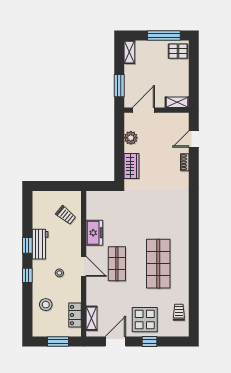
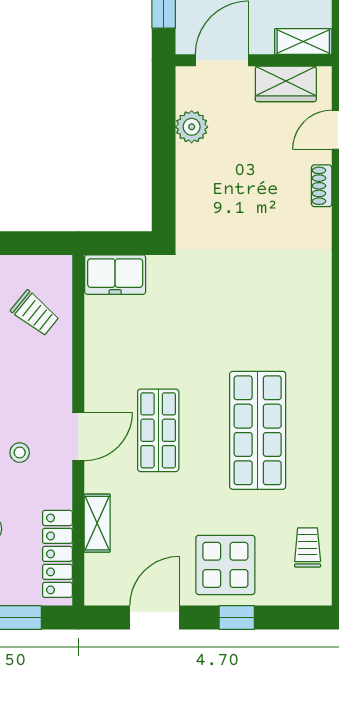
wardrobe: (131, 166) -> (286, 84), moved, turned 90
freezer: (94, 233) -> (115, 275), moved, turned 90
door: (84, 266) -> (78, 437), hinge flipped
locker: (75, 315) -> (57, 554), width x1.53
shelving: (92, 318) -> (97, 523), moved

